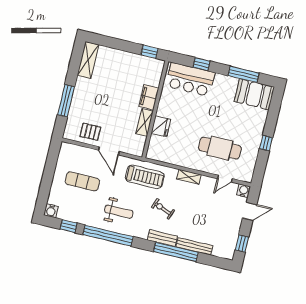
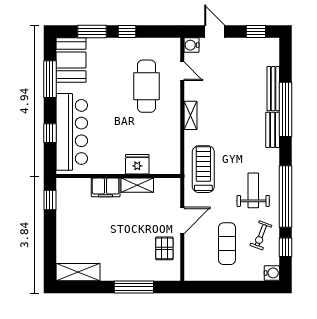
bar counter: (190, 79) -> (72, 132), width x1.36
window: (273, 116) -> (92, 32), added
exercise bike: (163, 209) -> (261, 235), moved

